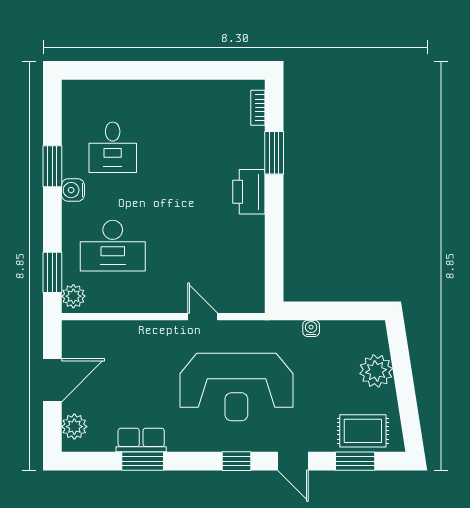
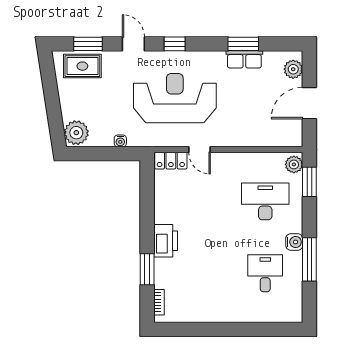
window: (52, 166) -> (309, 259), width x1.44
locker: (242, 302) -> (171, 161), added
plant: (376, 371) -> (76, 133), moved

